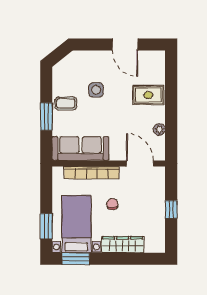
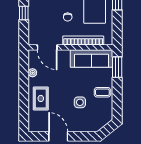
rug: (148, 95) -> (41, 98), turned 90
window: (46, 117) -> (117, 67), moved

